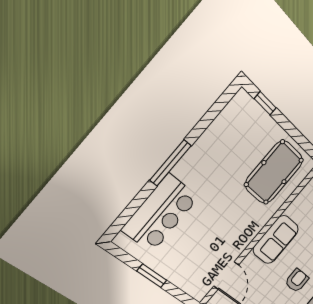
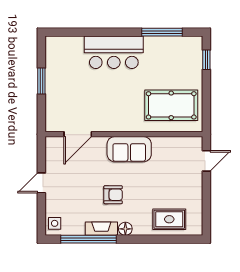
window: (170, 163) -> (162, 32), moved
bar counter: (160, 213) -> (114, 52), moved

